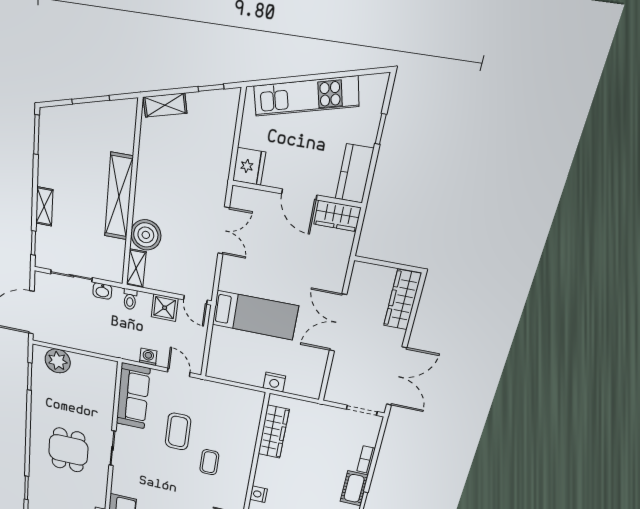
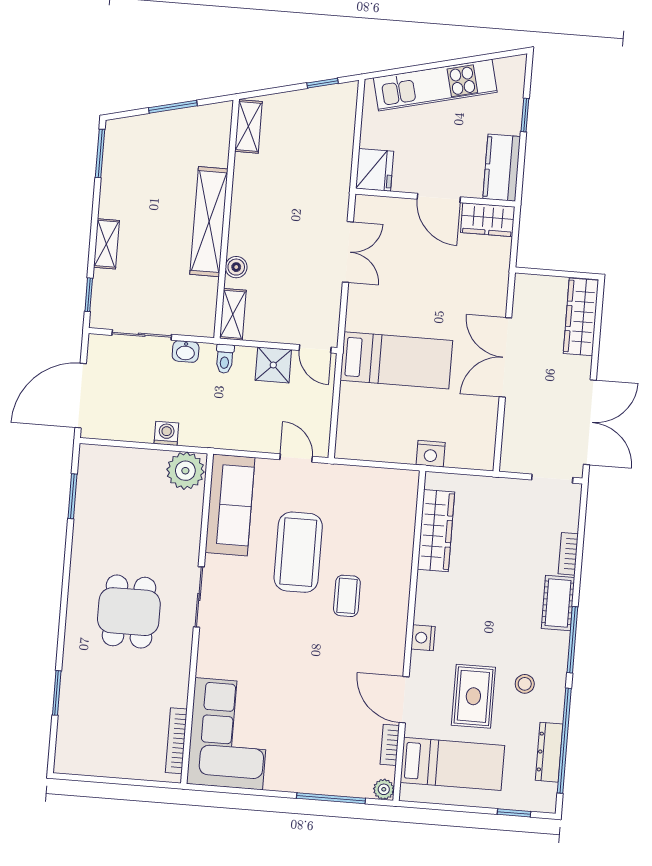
shelving: (165, 105) -> (248, 126), moved, turned -76
boiler: (146, 235) -> (236, 267), width x0.54, depth x0.54
washing machine: (148, 357) -> (166, 433), moved
plant: (58, 361) -> (185, 471), moved
coffee table: (178, 431) -> (298, 552), width x1.36, depth x1.32

